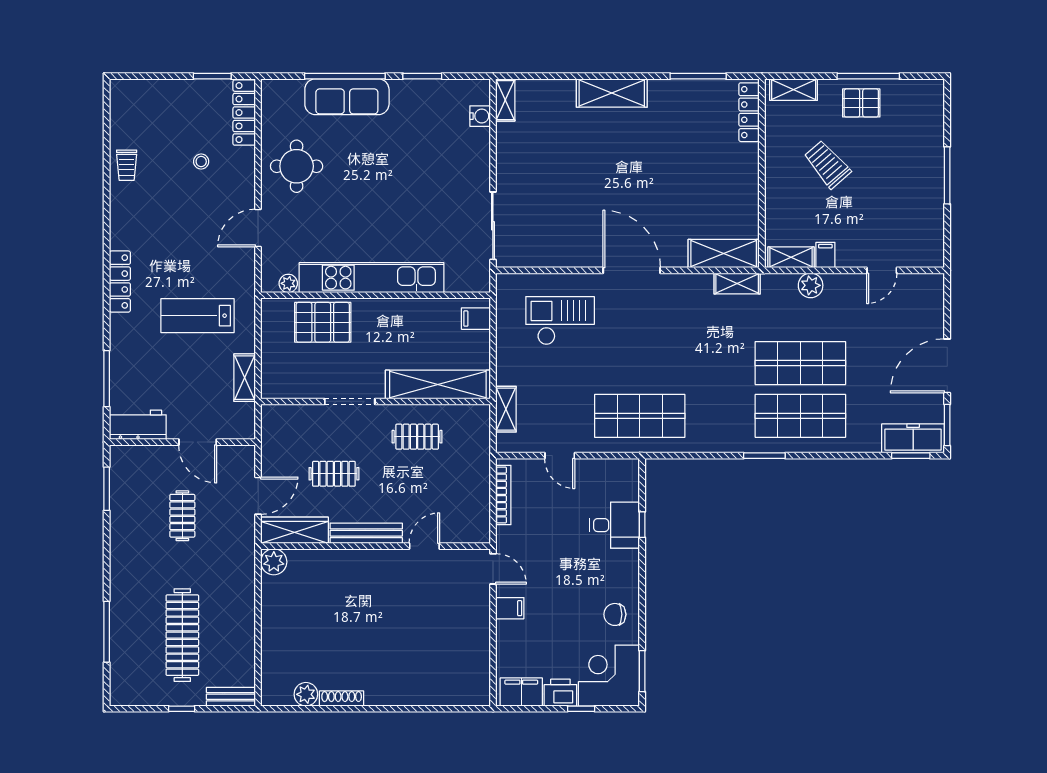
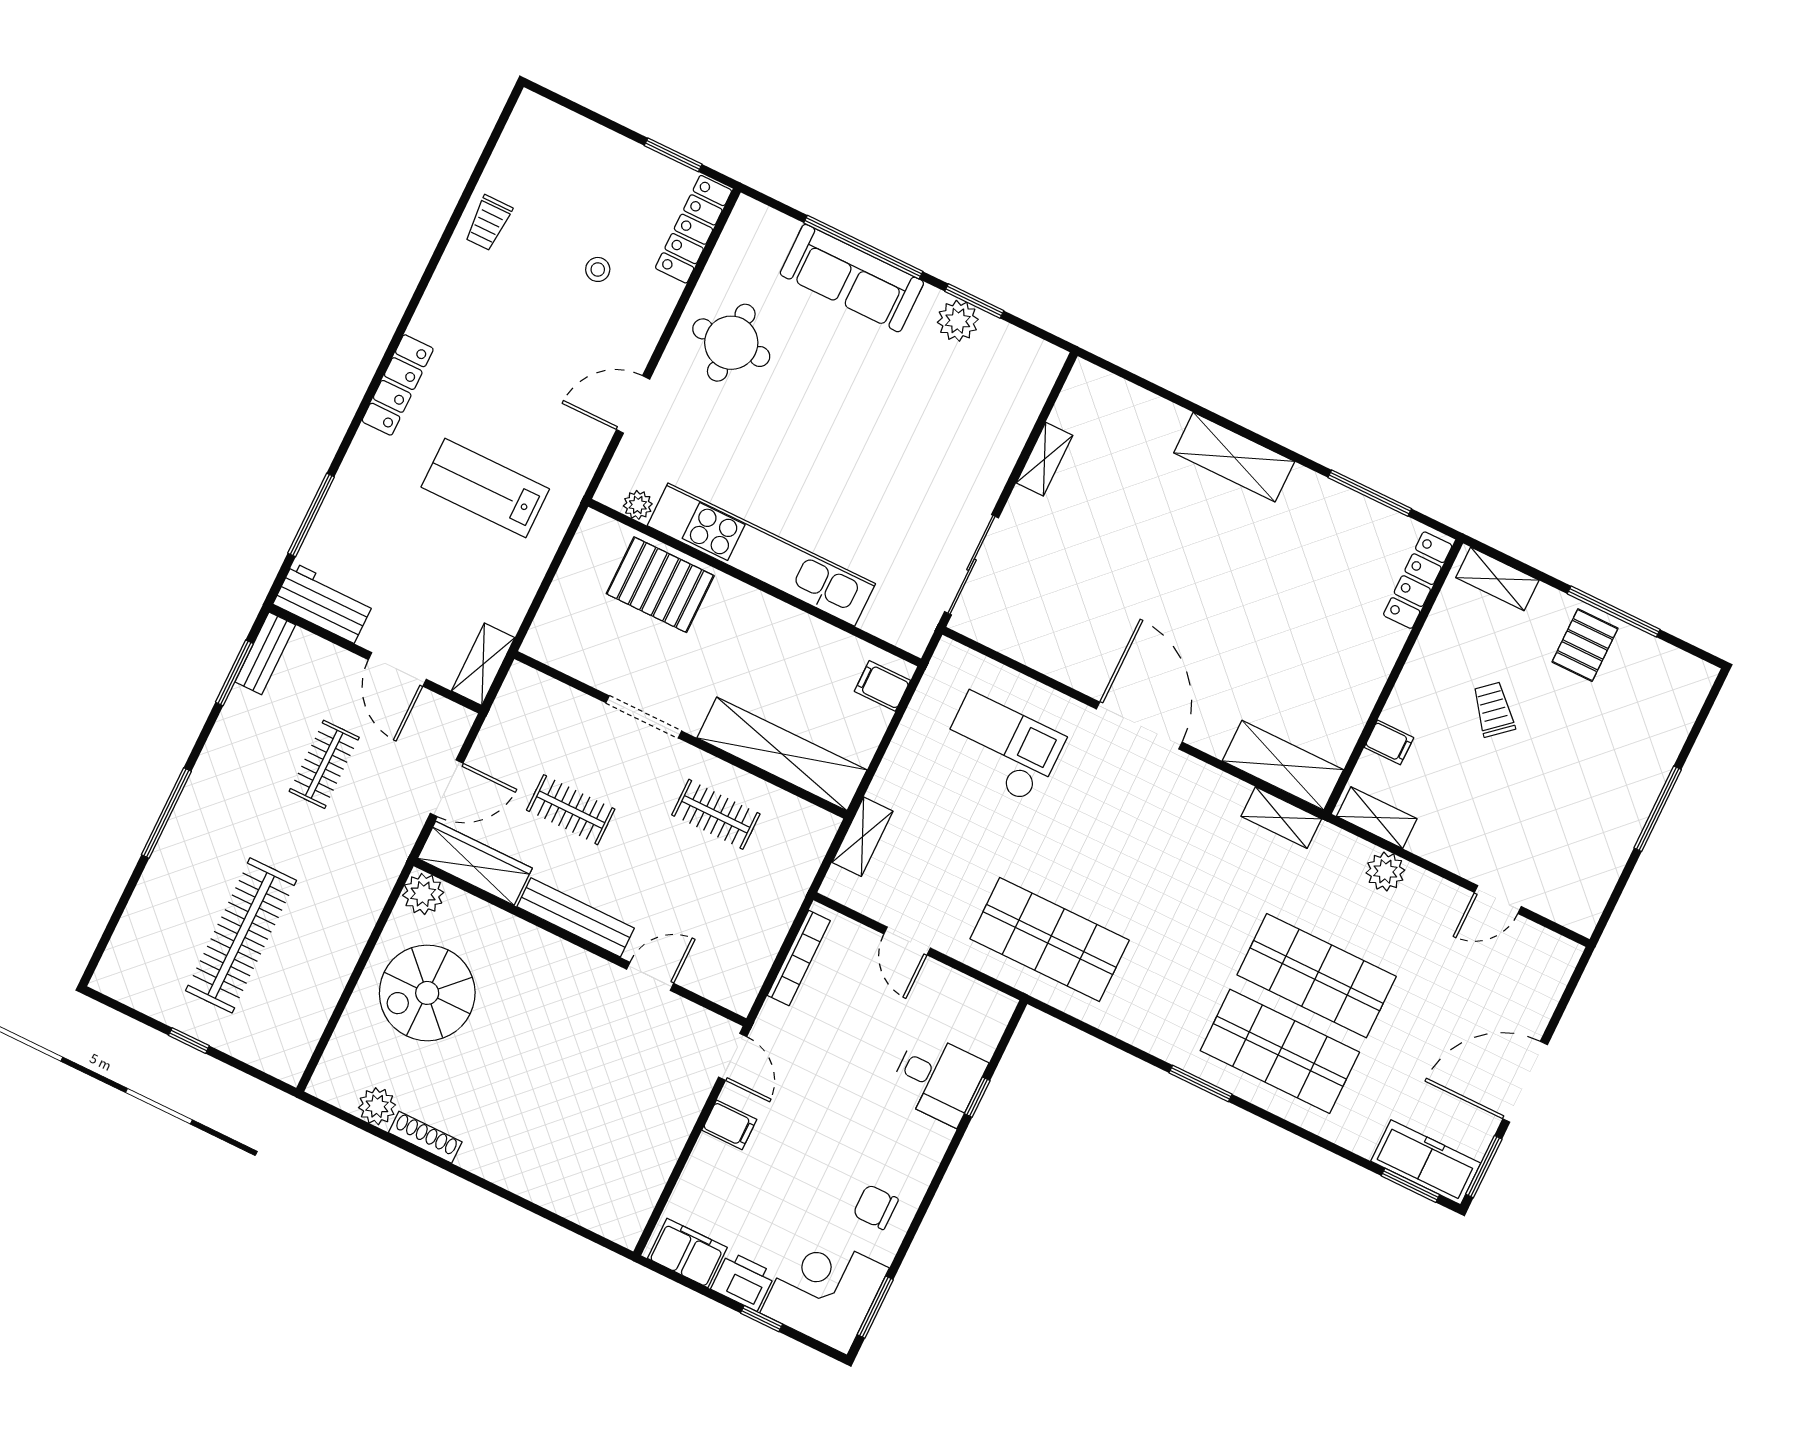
plant: (418, 92) -> (958, 321), added
shelving: (505, 100) -> (1044, 459), moved
pallet: (861, 103) -> (1585, 645), turned 90
water cooler: (480, 116) -> (1029, 398), removed
trolley: (827, 164) -> (1494, 709), width x0.73, depth x0.72
filing cabinet: (825, 255) -> (1389, 742), moved, turned 90
shelving: (245, 378) -> (483, 664), moved
spiral stairs: (303, 617) -> (427, 993), added
window: (107, 632) -> (166, 813), moved
bench: (231, 697) -> (265, 653), moved, turned 90

